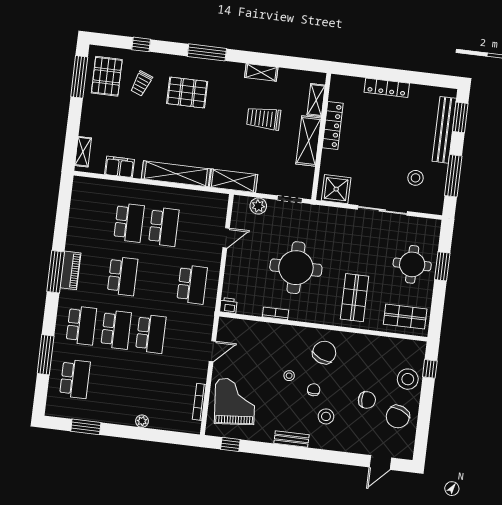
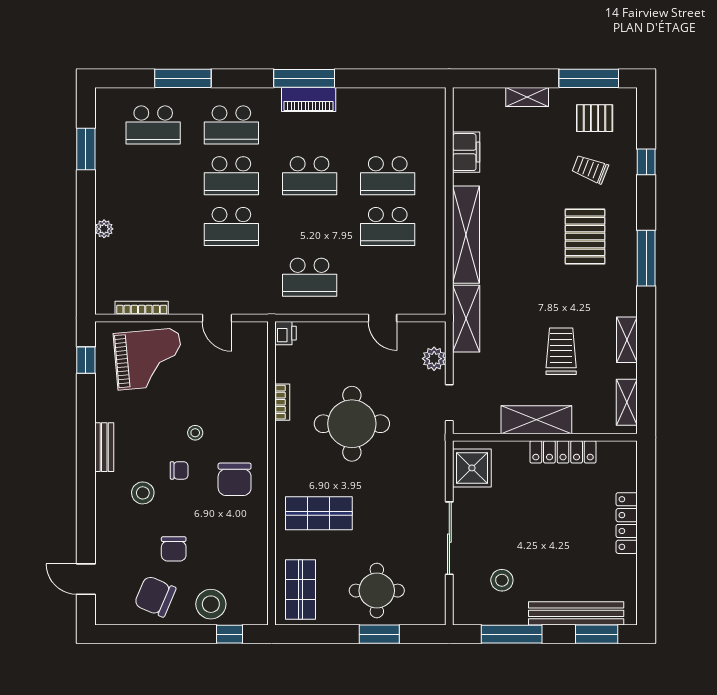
pallet: (107, 76) -> (595, 118), width x0.67, depth x0.71
shelving: (316, 100) -> (627, 402), moved, turned 90
shelving: (83, 152) -> (527, 97), moved
chair: (324, 353) -> (235, 479), turned 67

